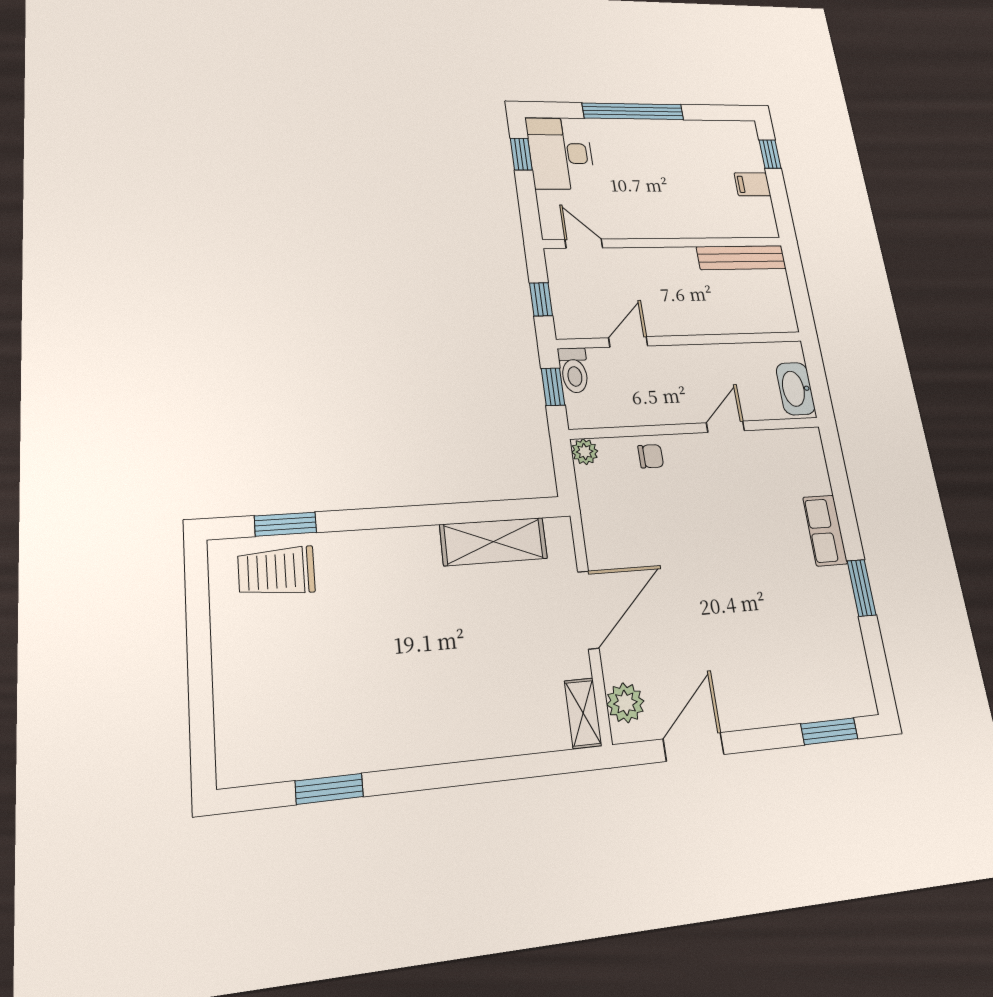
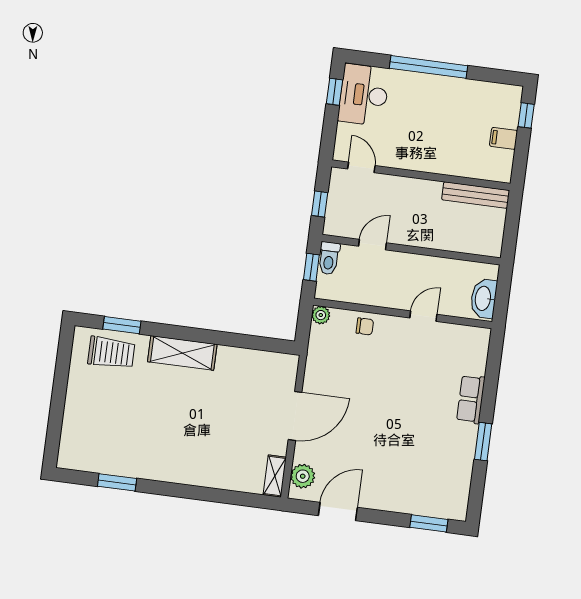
shelving: (494, 542) -> (182, 353), moved
trolley: (277, 571) -> (111, 353), turned 180

